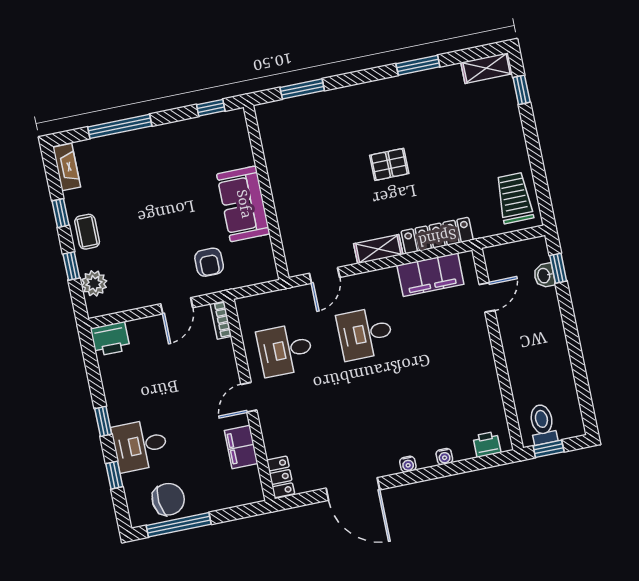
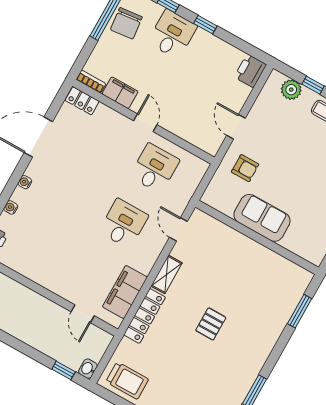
armchair: (209, 262) -> (245, 168), turned 180
washbasin: (544, 275) -> (88, 369), moved, turned -90
bookcase: (221, 320) -> (91, 82), moved

